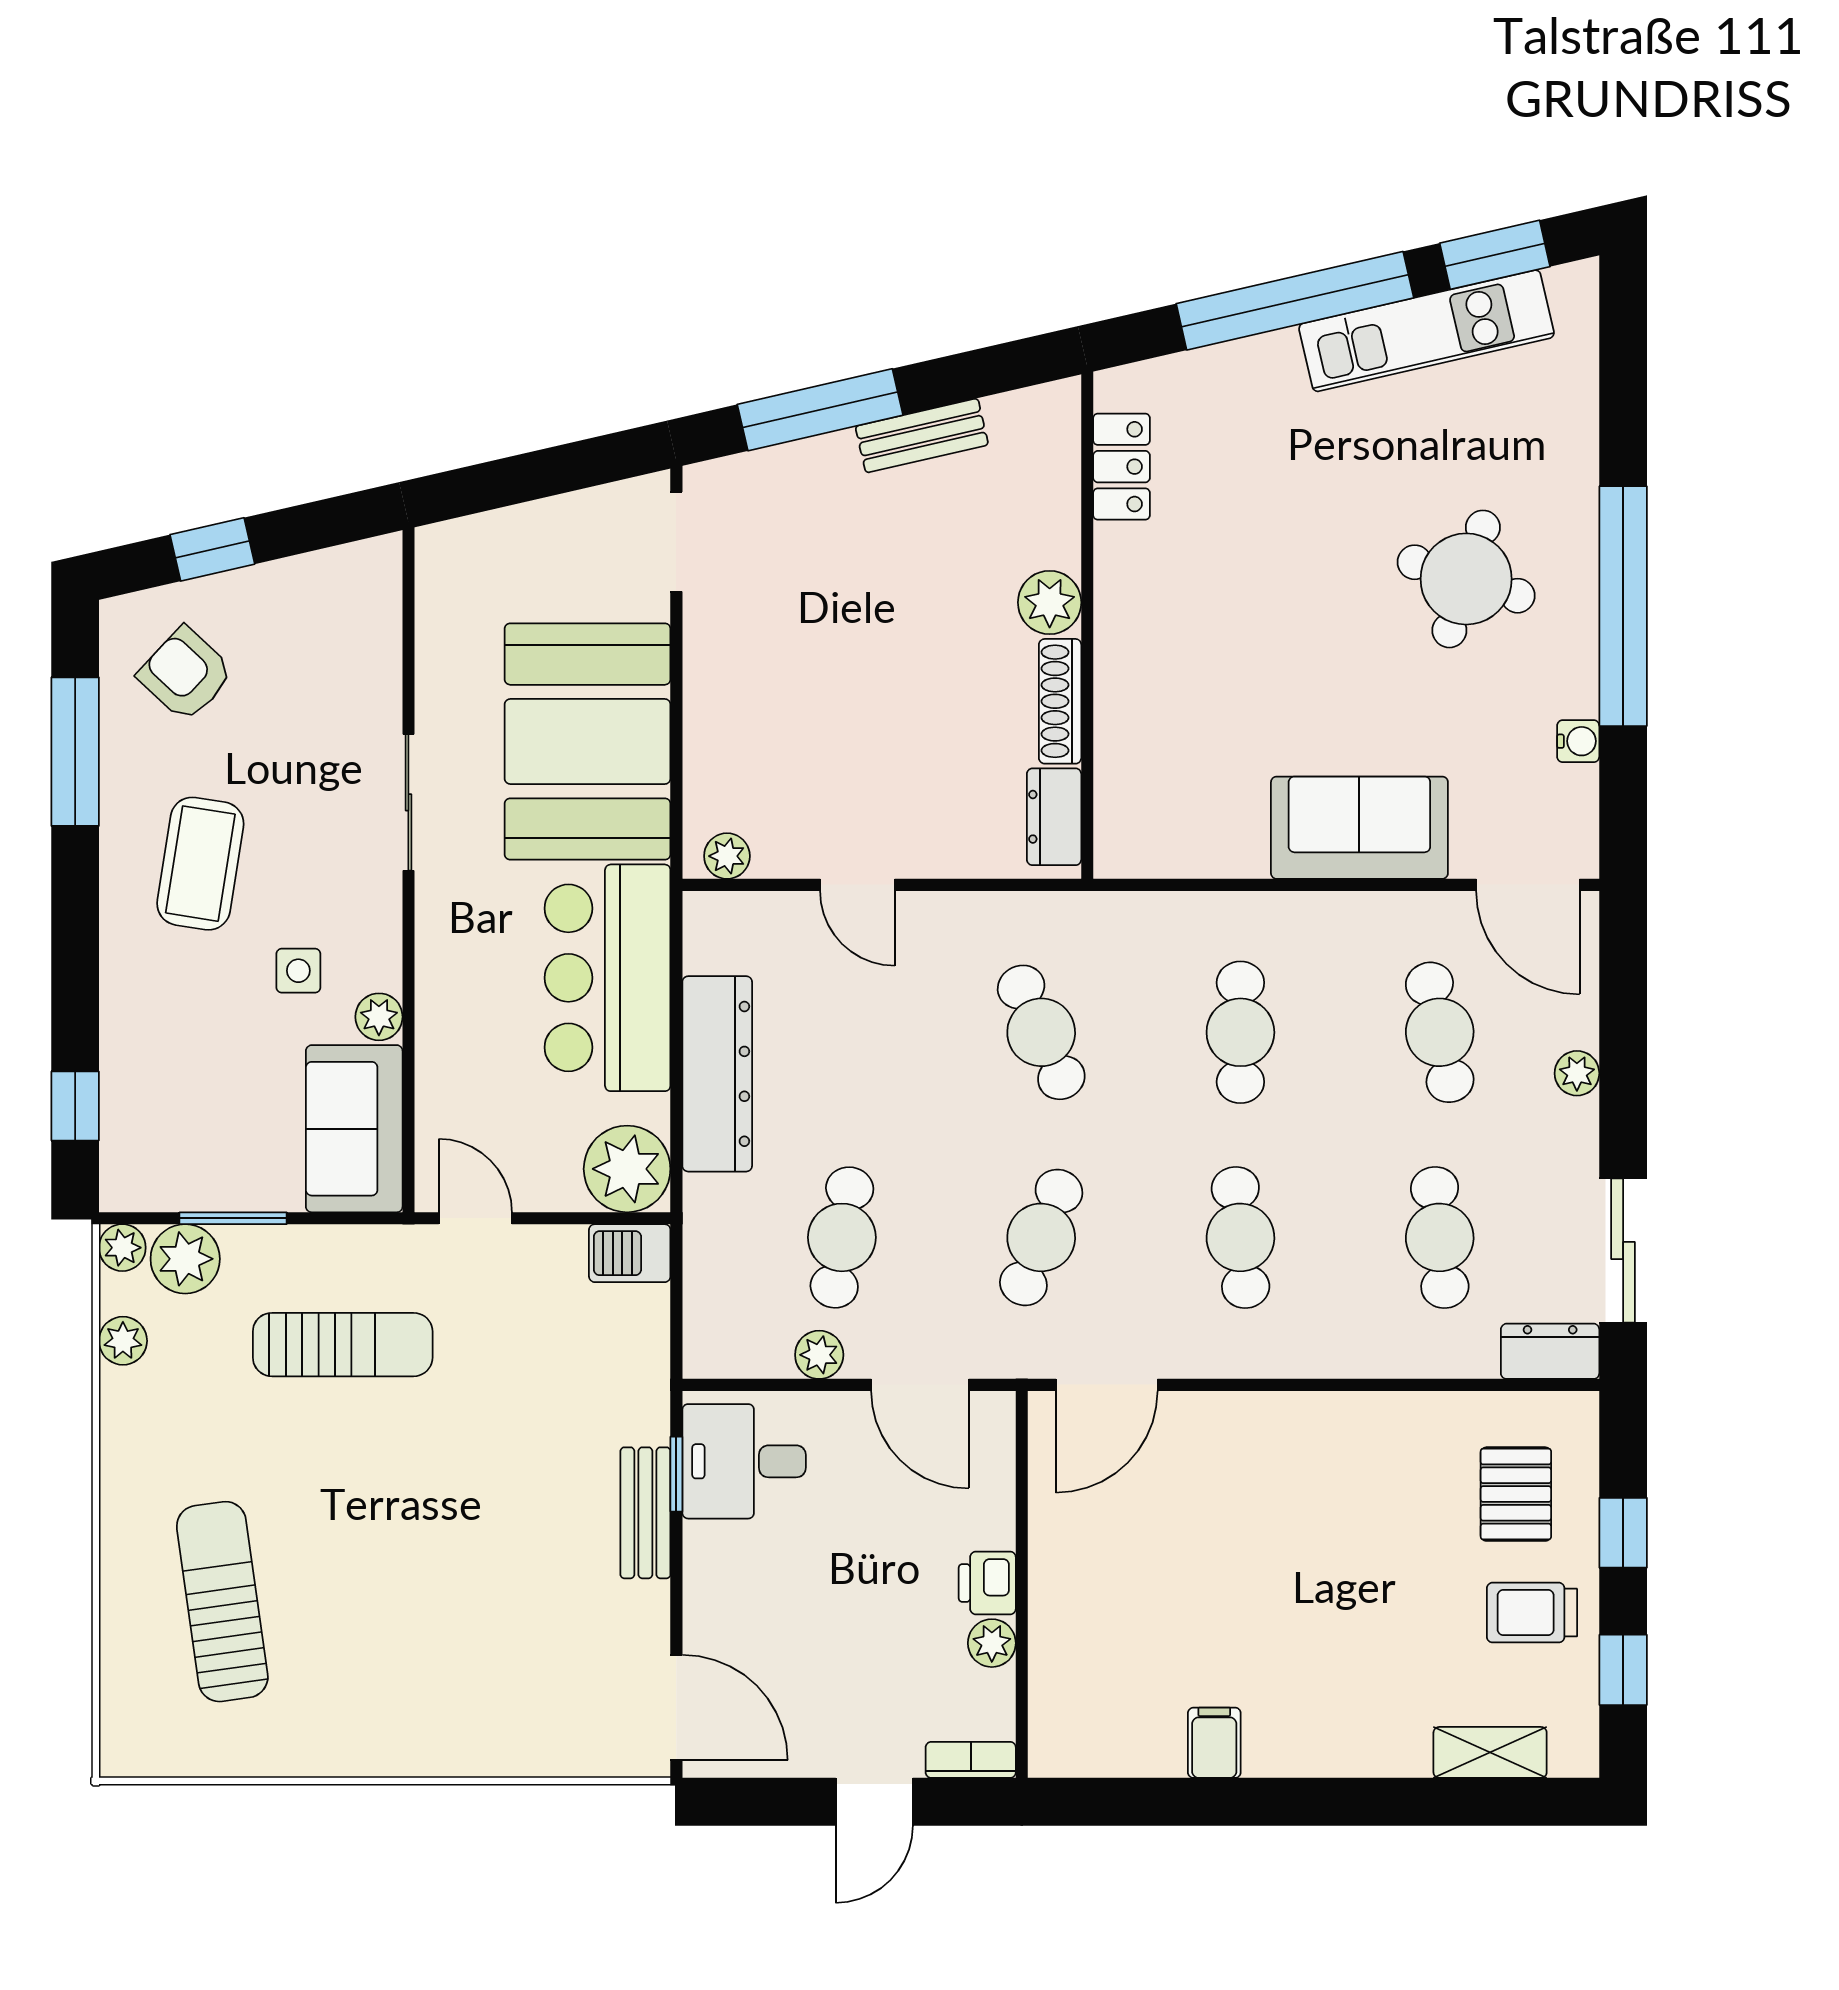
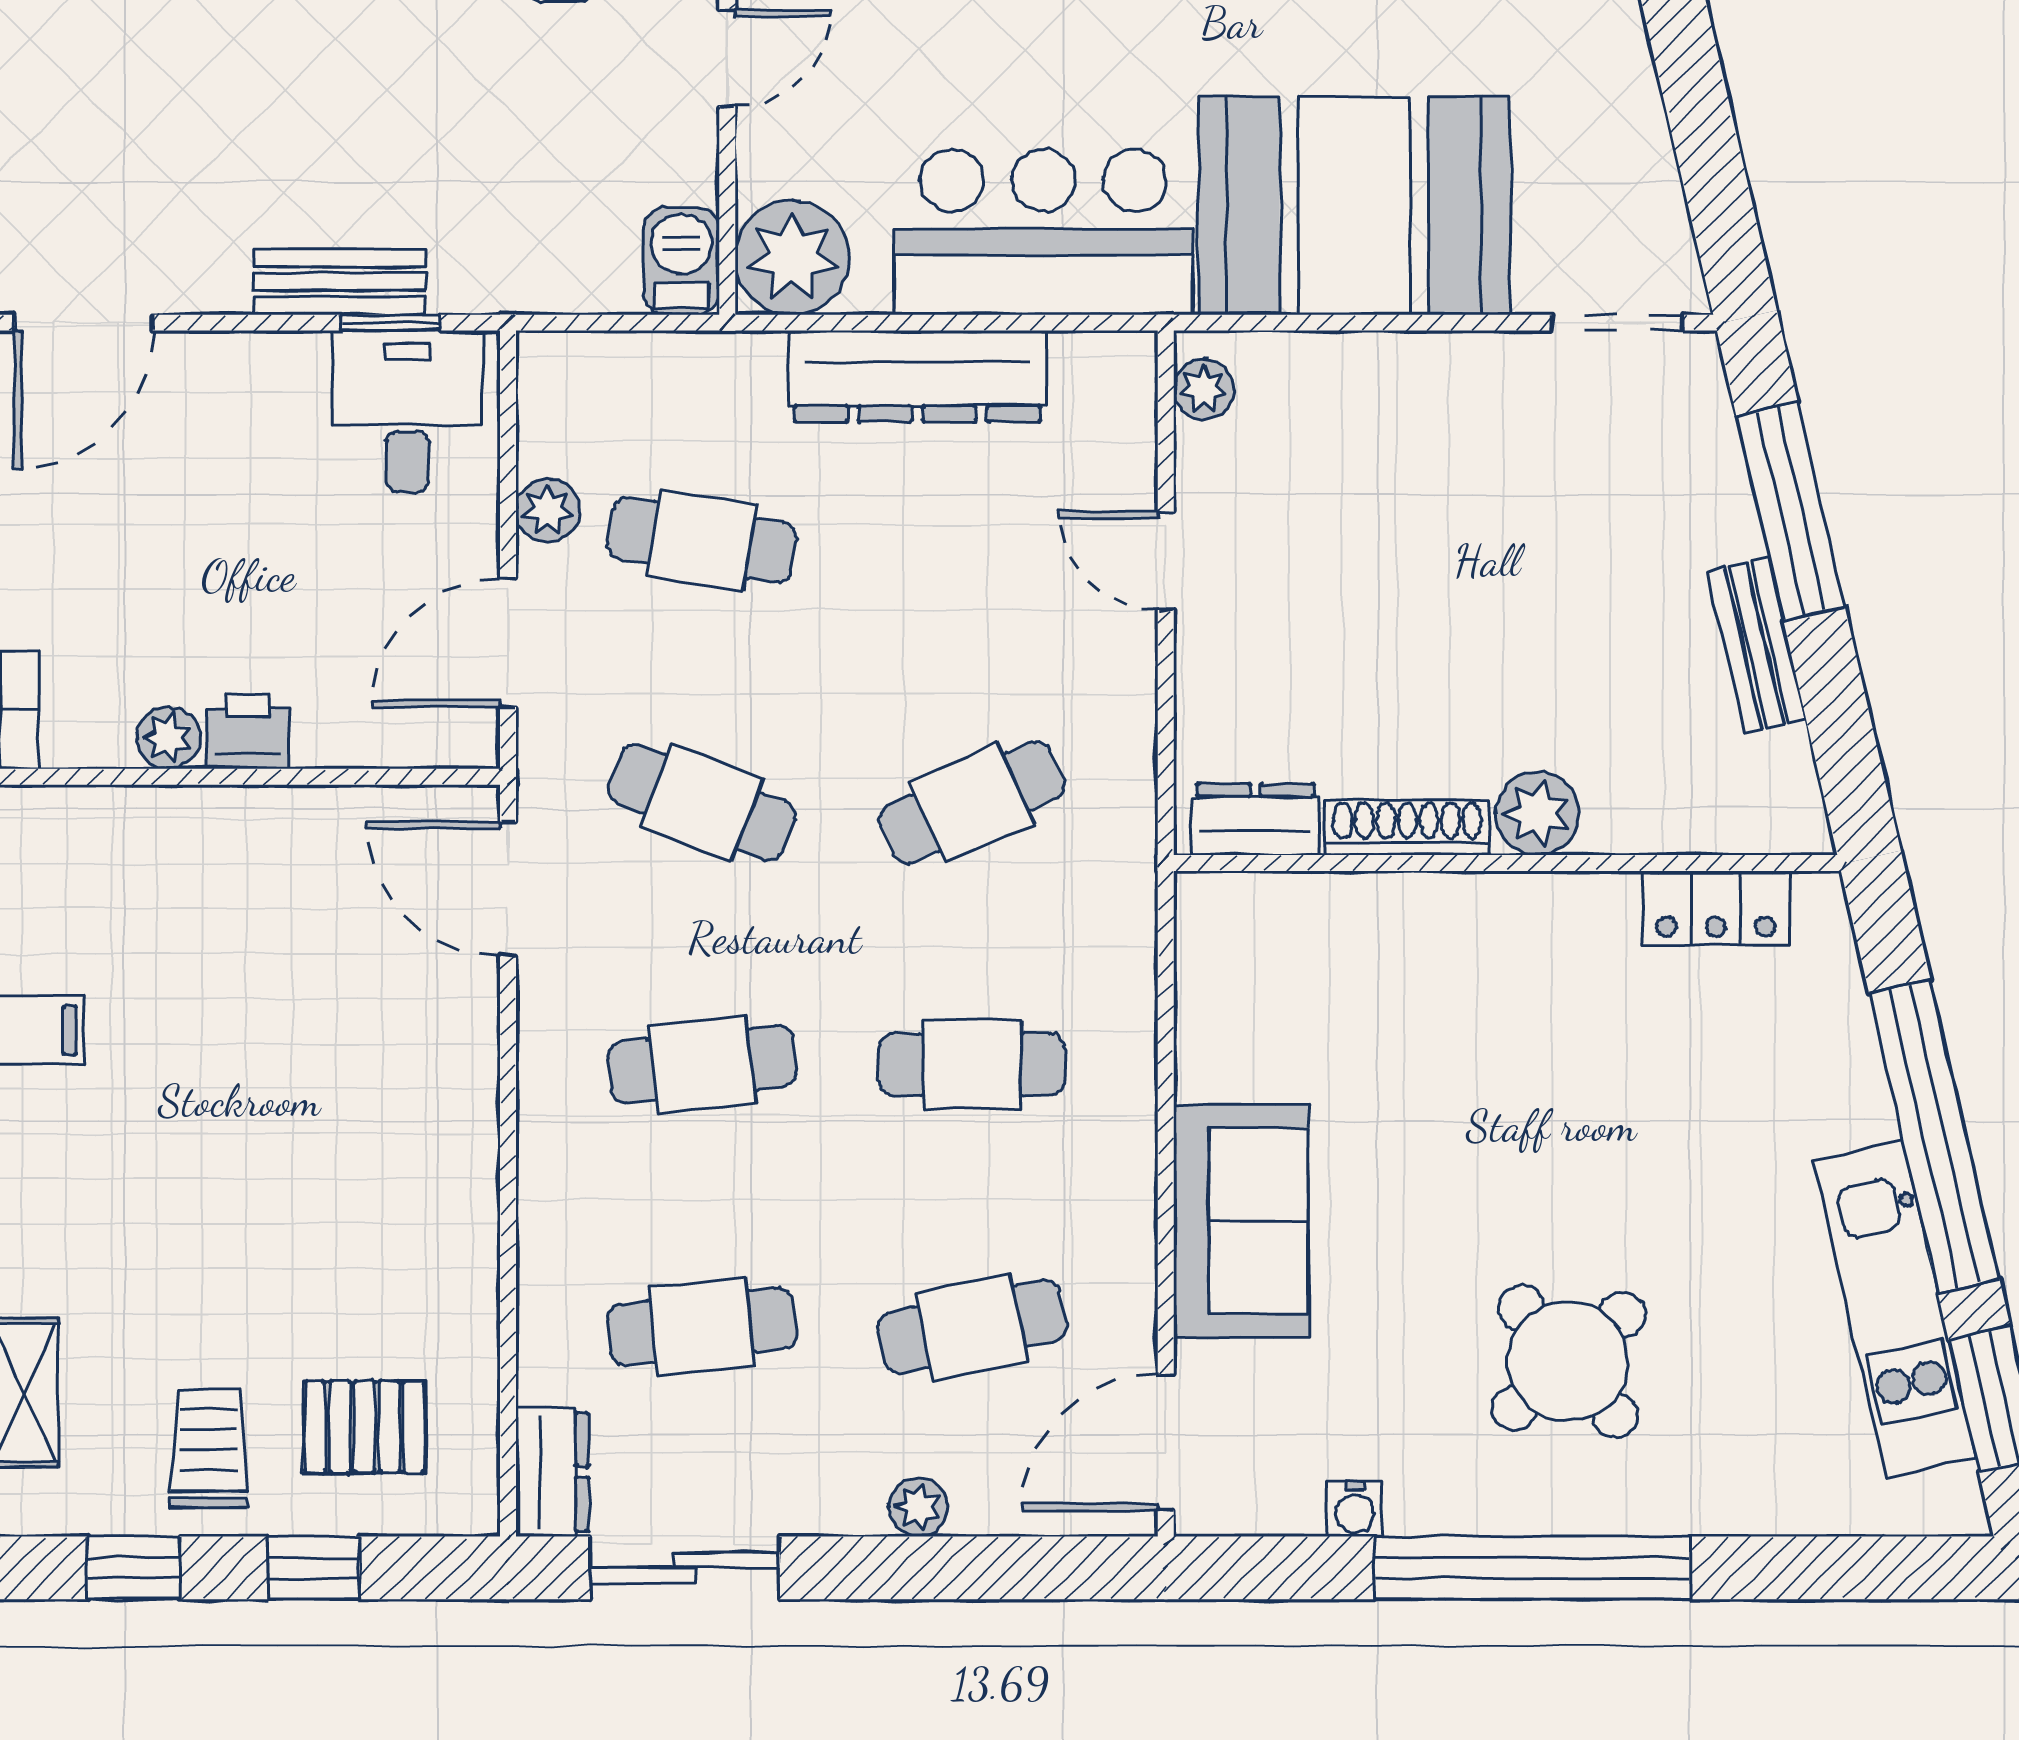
round table: (1466, 579) -> (1568, 1361), turned 31
door: (857, 885) -> (1166, 561), hinge flipped

